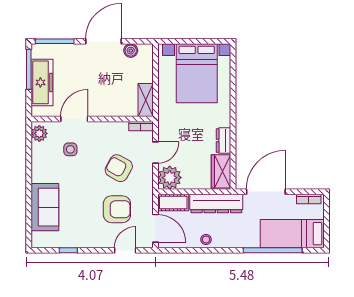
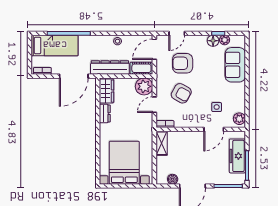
door: (155, 228) -> (154, 49), hinge flipped
floor lamp: (75, 240) -> (213, 41), added
plant: (59, 241) -> (225, 40), added

